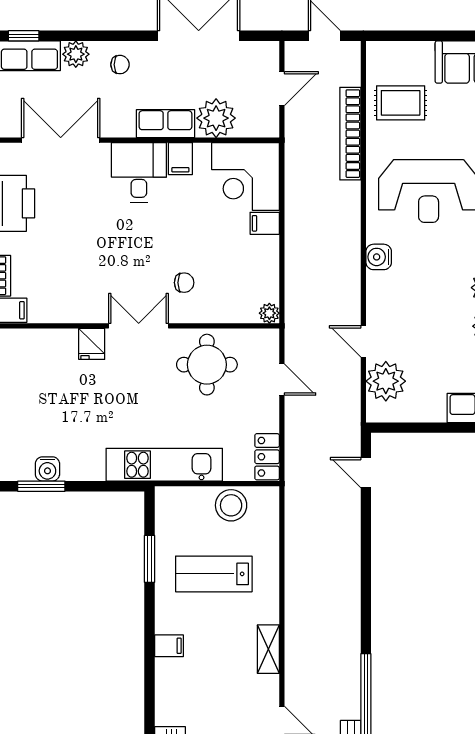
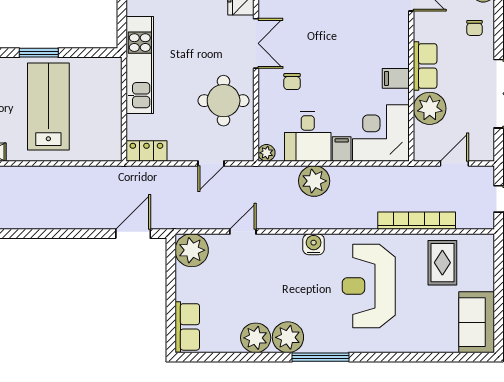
door: (282, 89) -> (454, 163), swing flipped
desk: (139, 172) -> (308, 136), moved, turned 90
plant: (303, 256) -> (314, 181), added
plant: (386, 381) -> (192, 250), moved
door: (366, 473) -> (133, 234), width x1.38
stool: (231, 505) -> (106, 121), removed
window: (150, 559) -> (39, 53), moved
lab bench: (214, 574) -> (48, 106), width x1.36, depth x1.39

